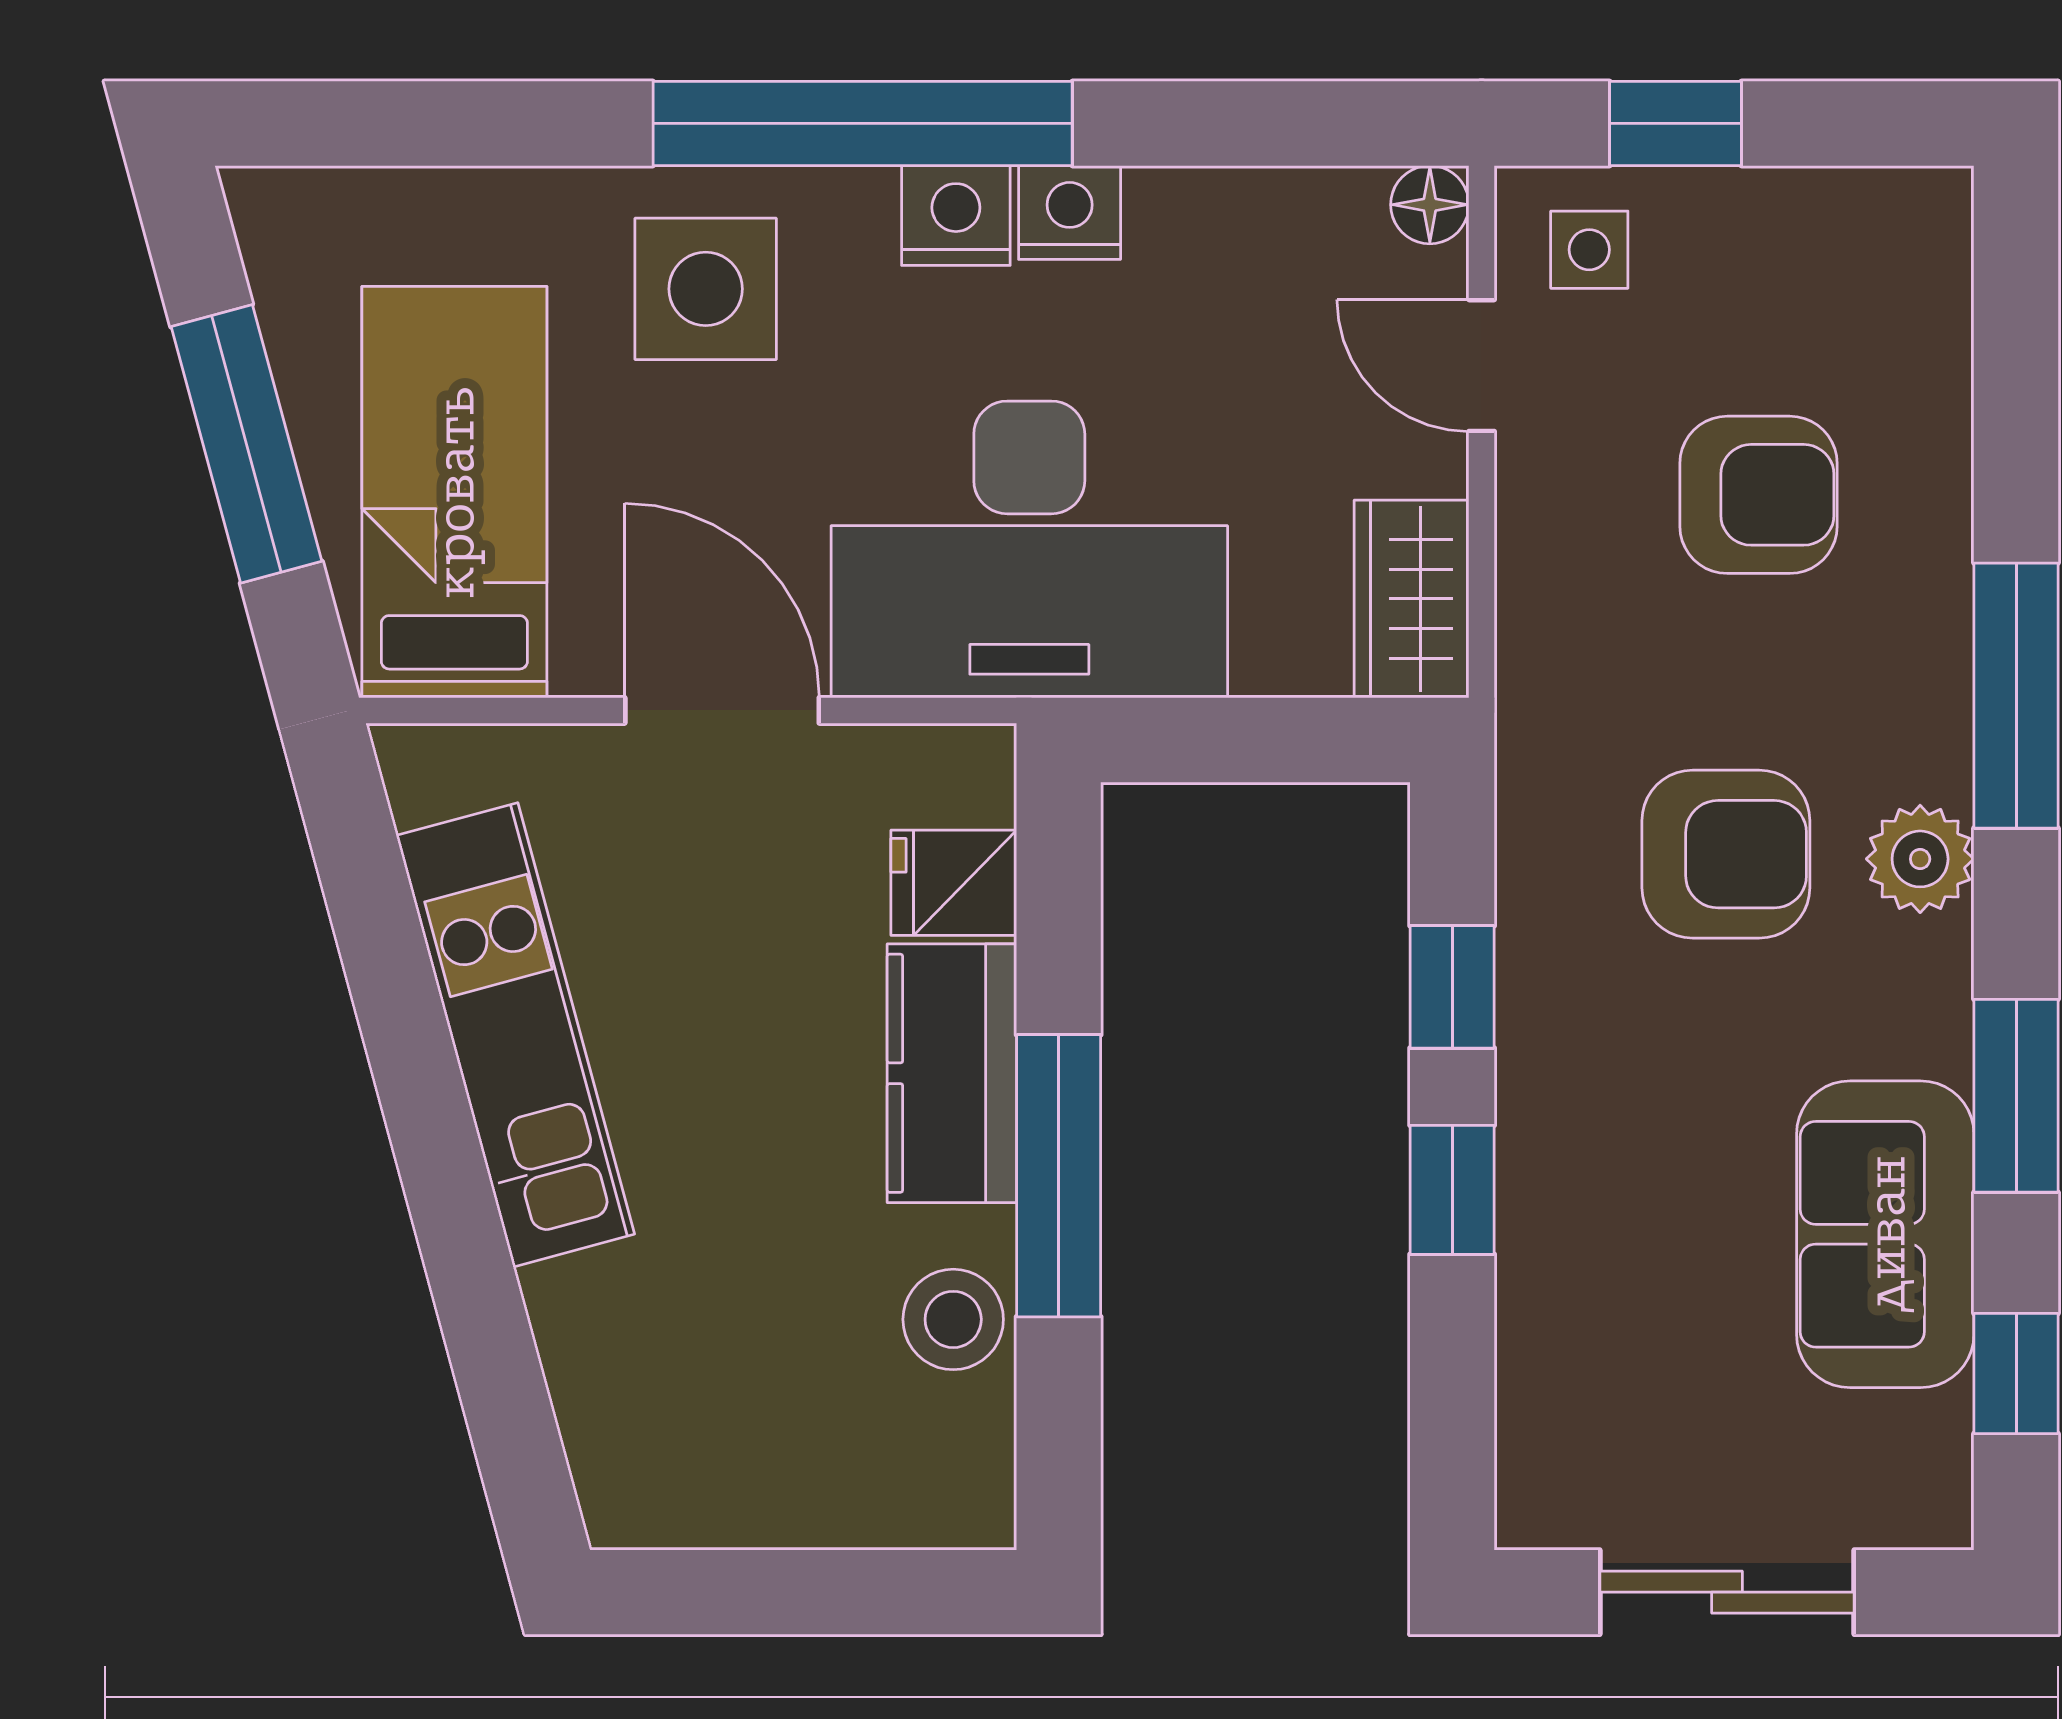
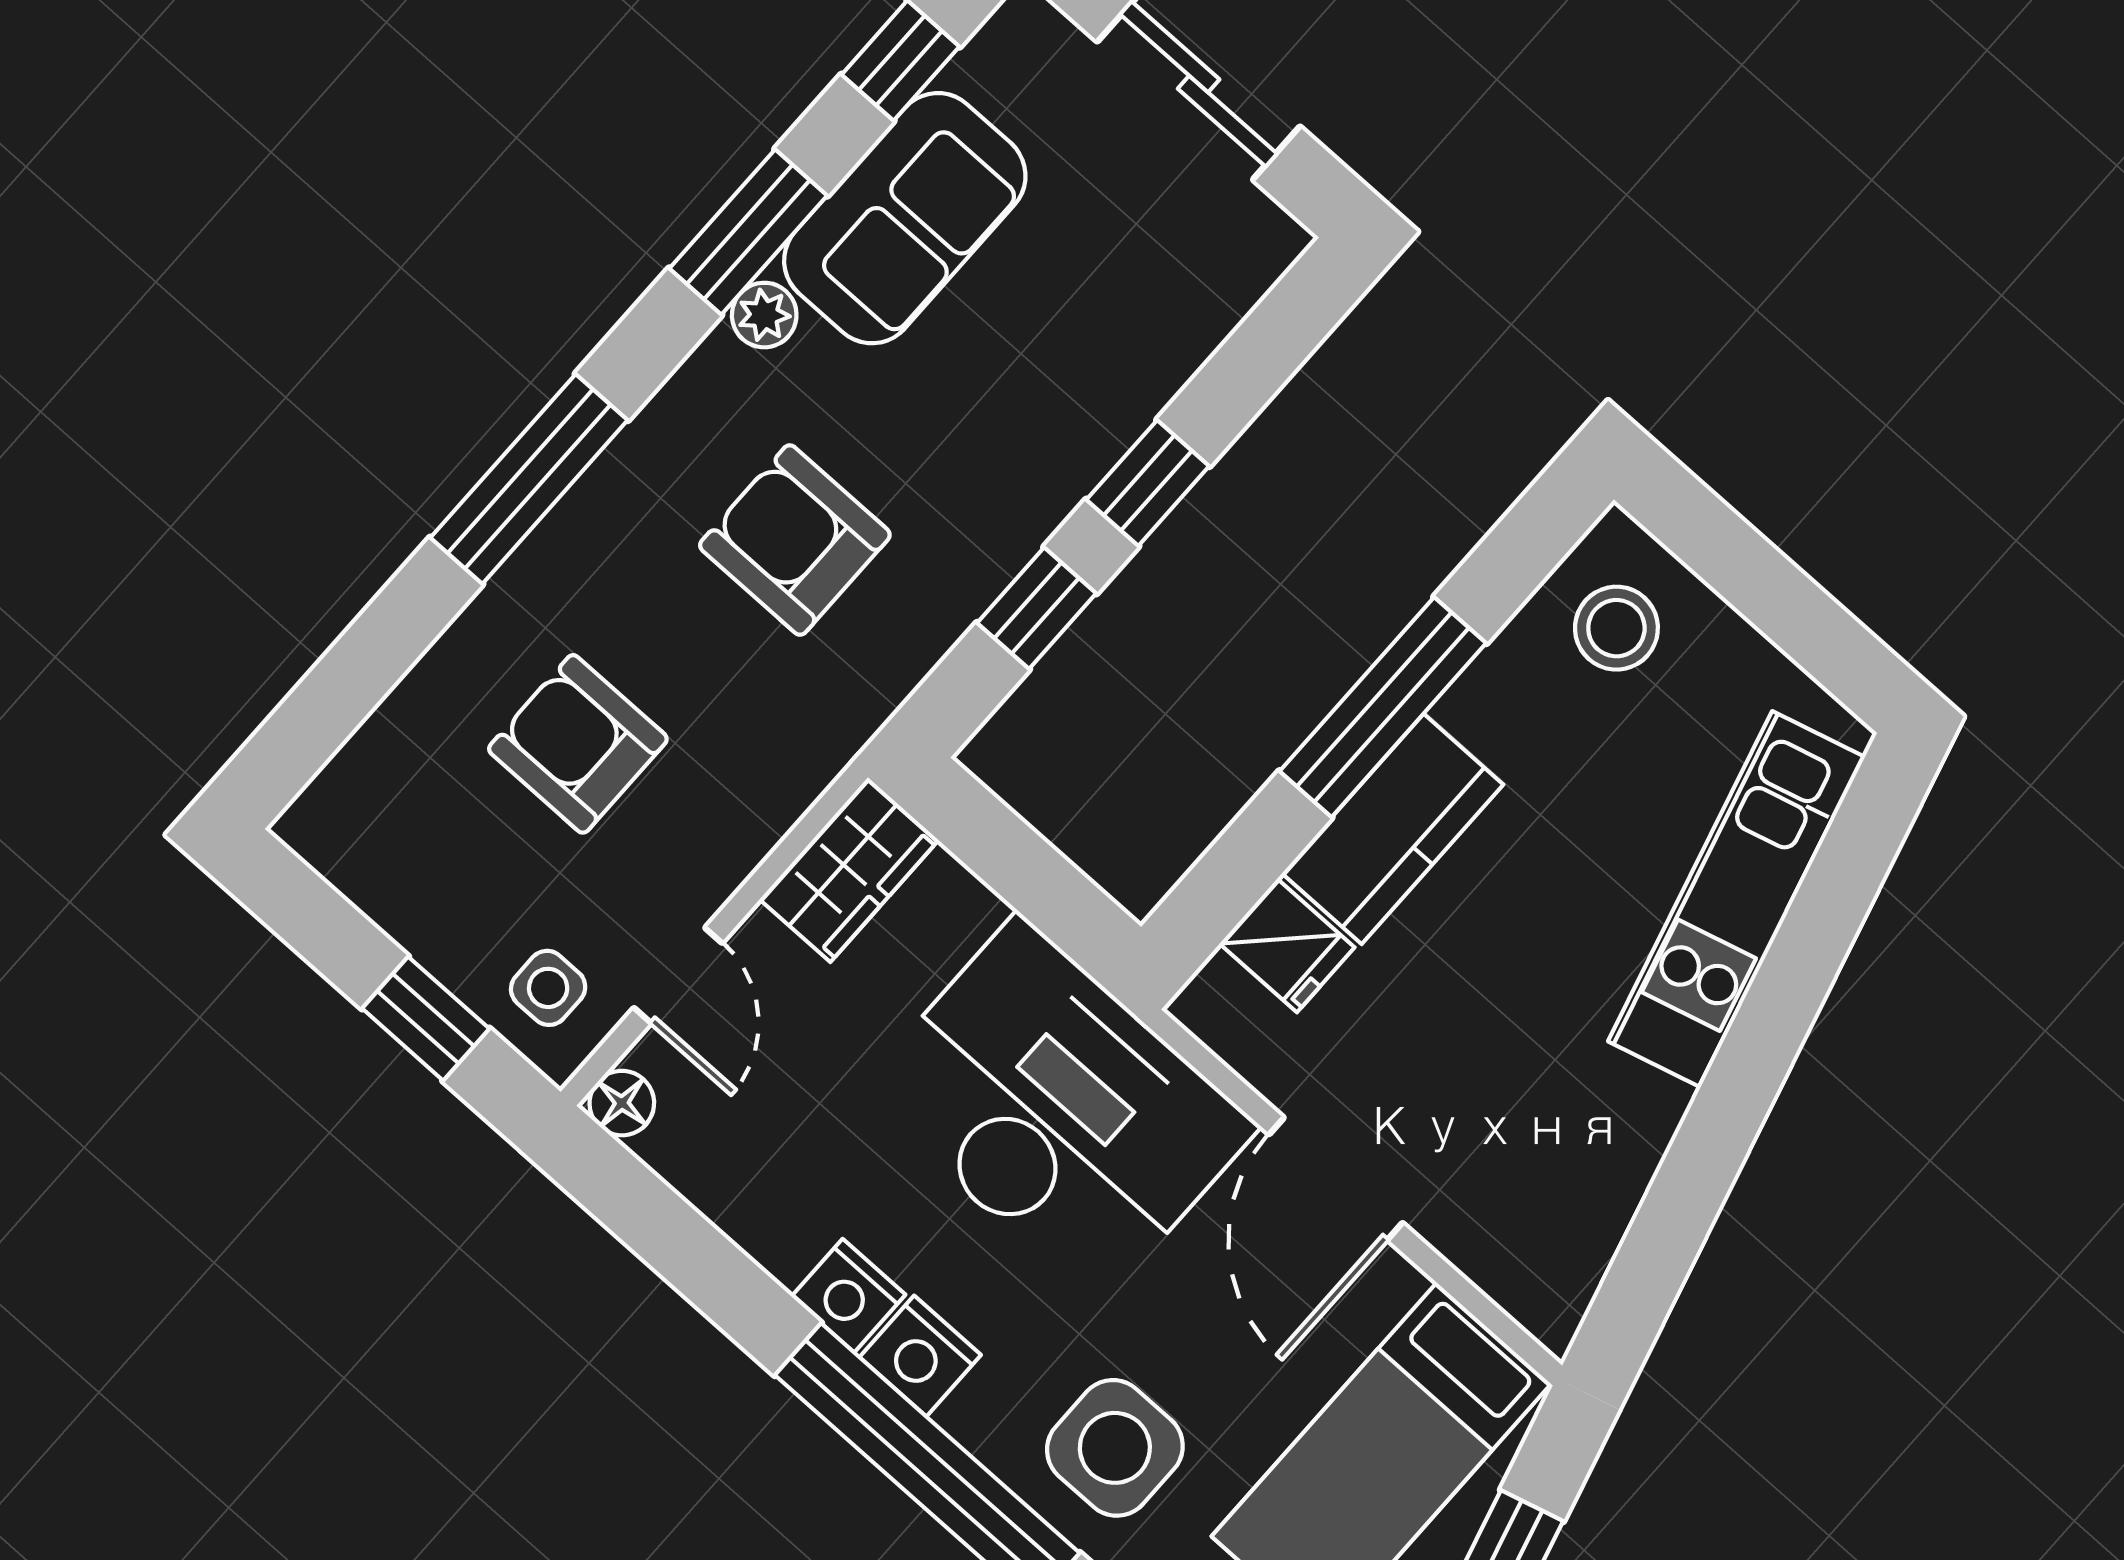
plant: (1920, 859) -> (764, 315), moved, width x0.73, depth x0.73
kitchen unit: (515, 1035) -> (1737, 899), moved
stool: (953, 1319) -> (1616, 628), moved

